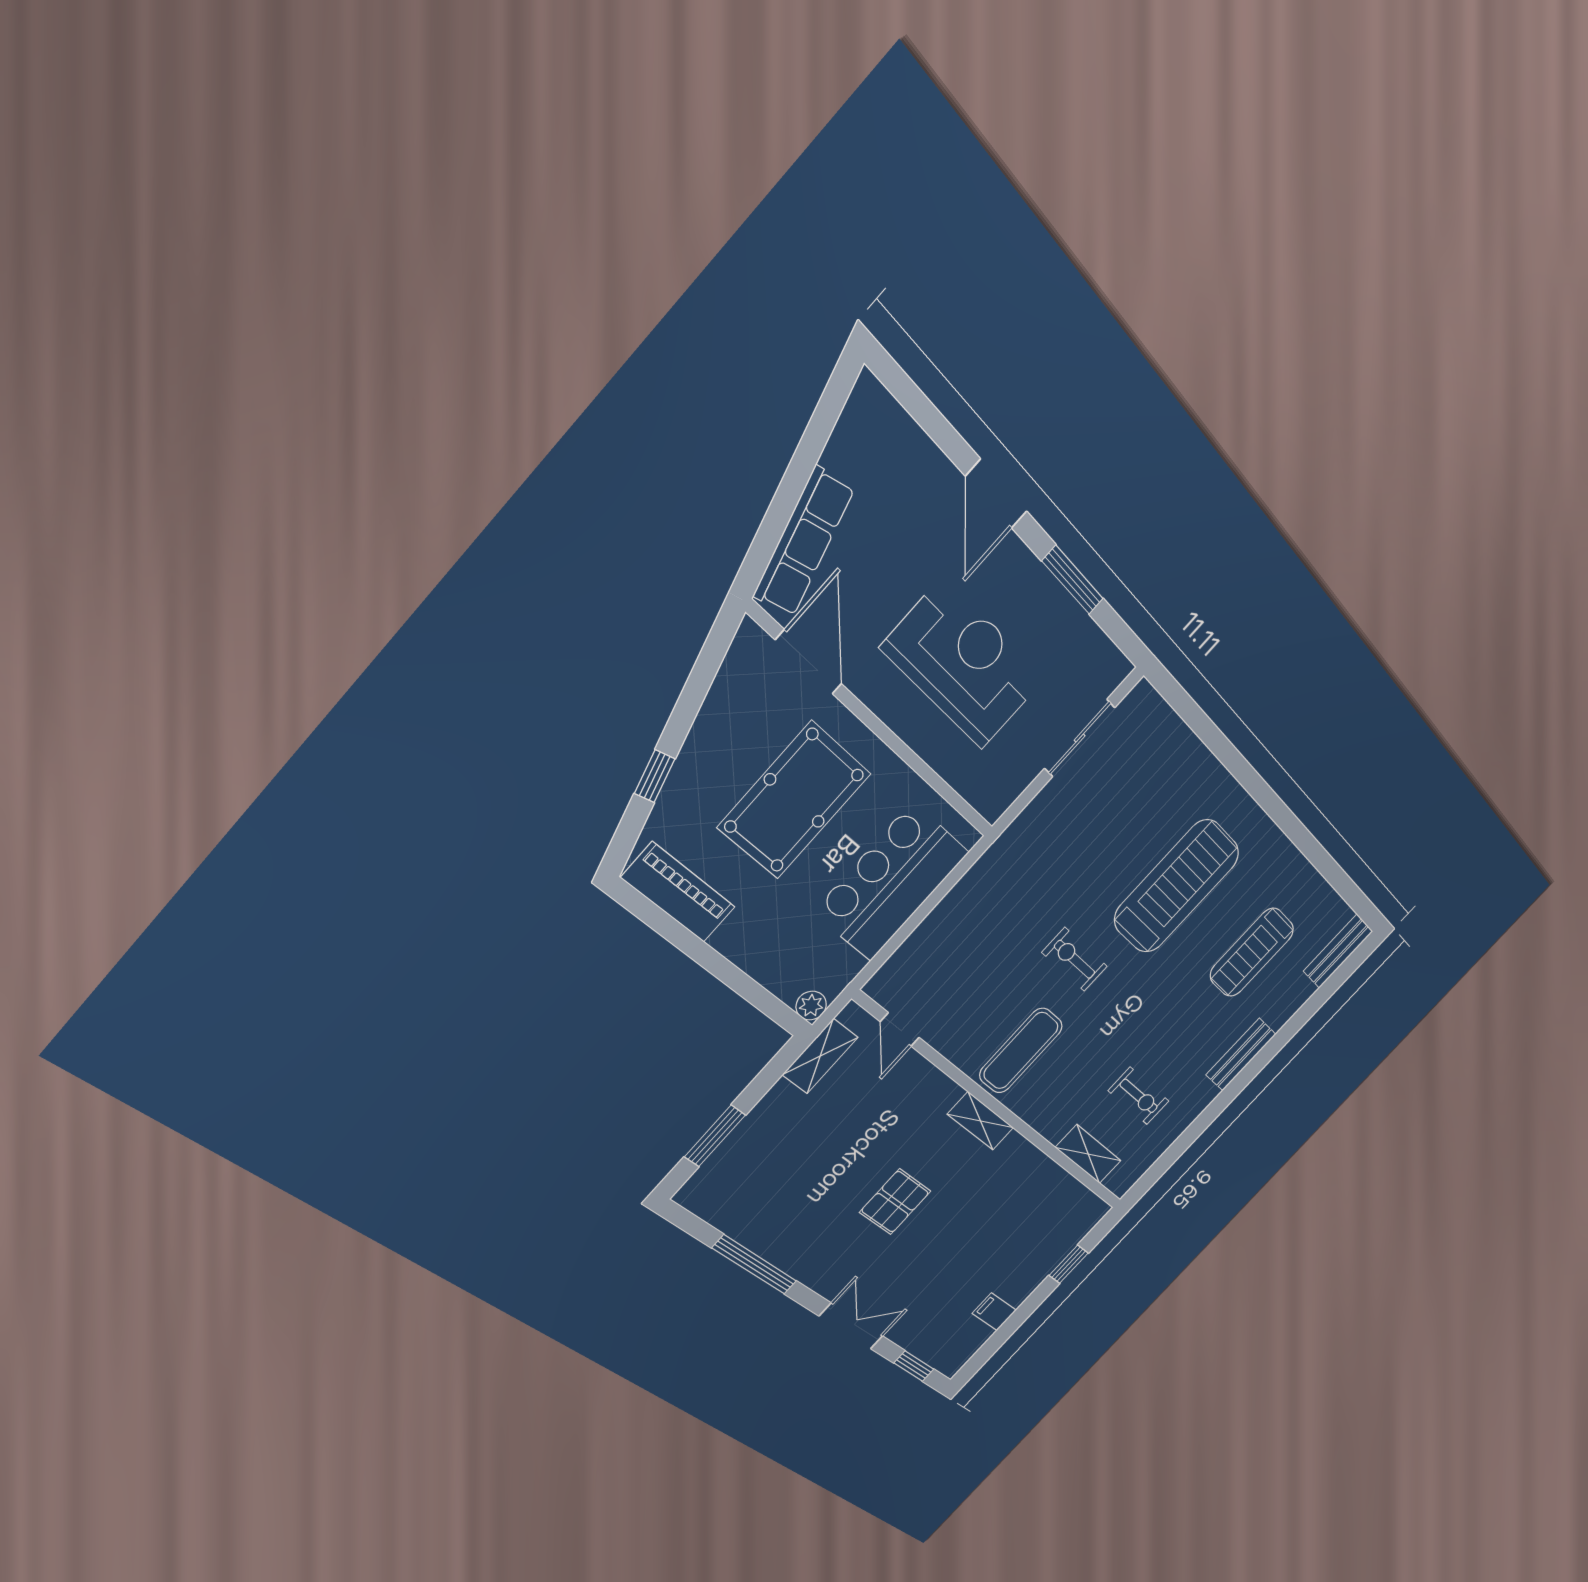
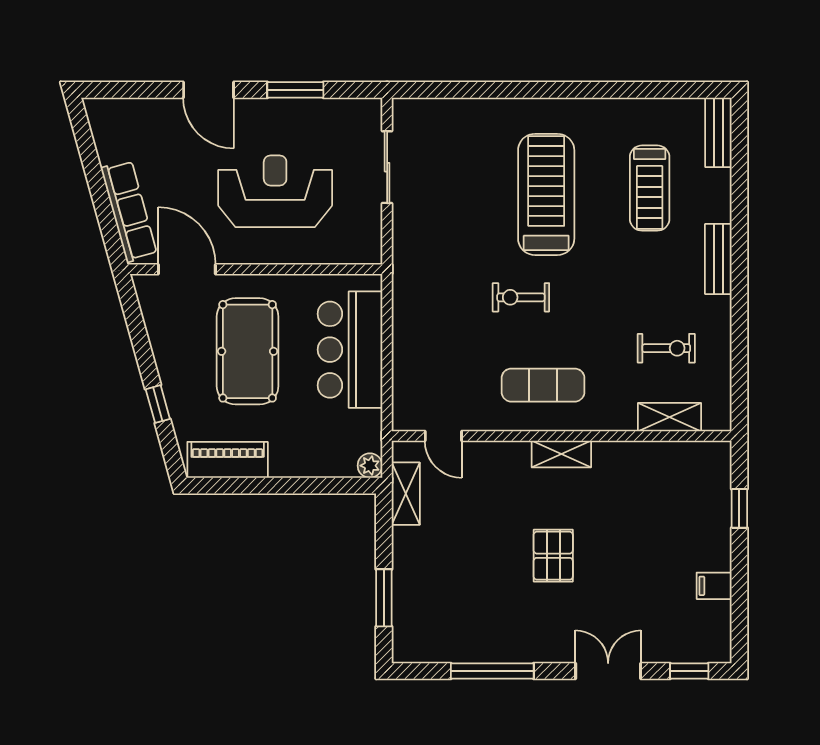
exercise mat: (1021, 1051) -> (543, 385), turned 90

